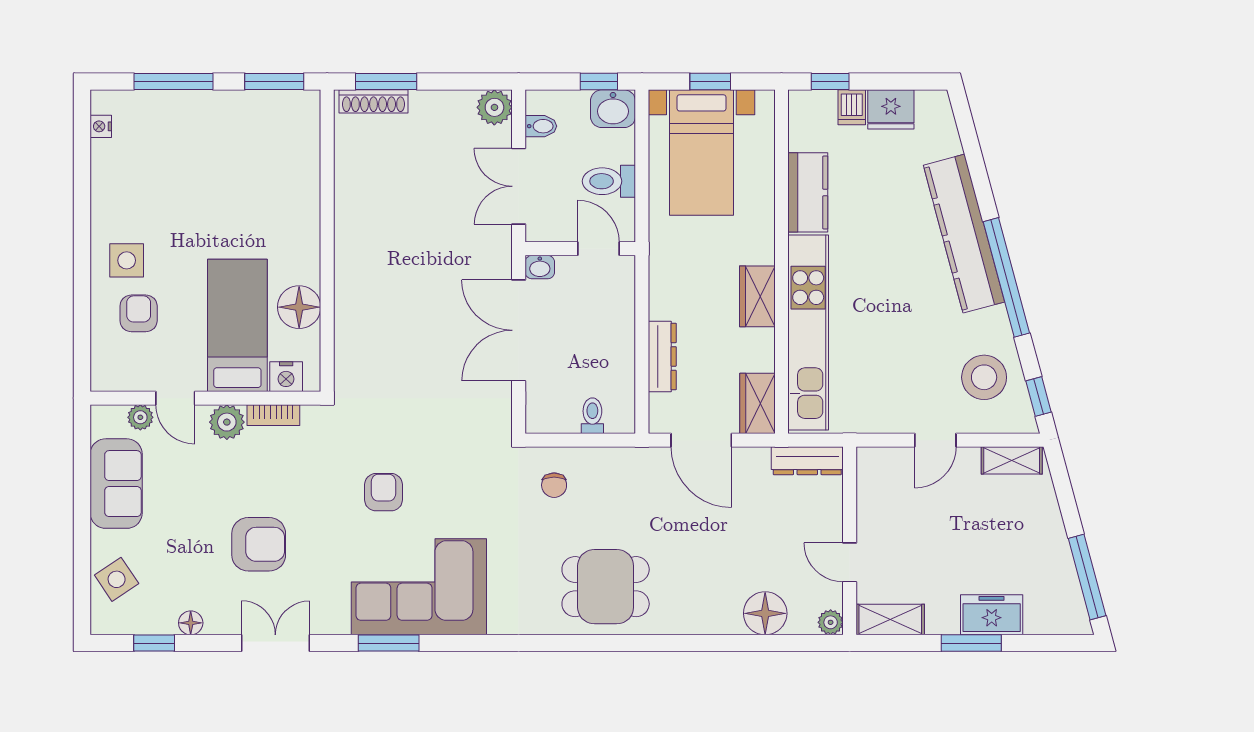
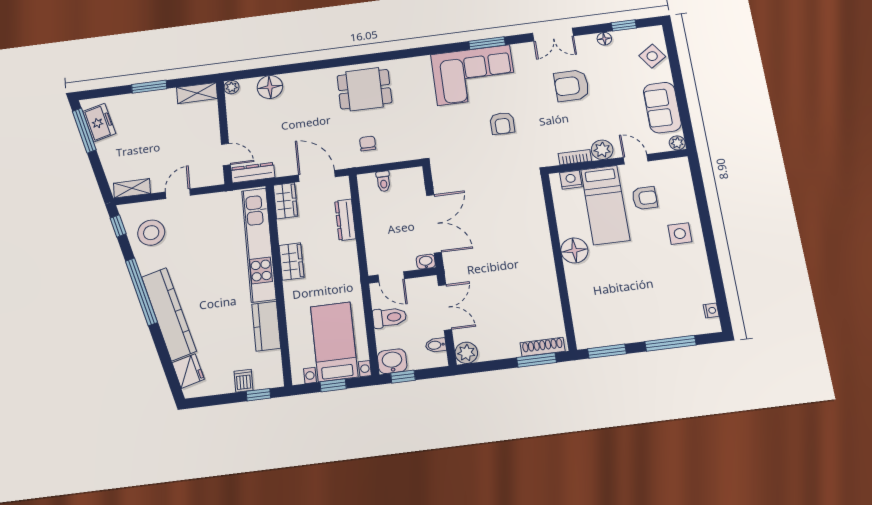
fridge: (891, 109) -> (188, 371), moved, turned 75
floor lamp: (299, 307) -> (574, 250), moved
armchair: (139, 313) -> (645, 198), moved, turned -90
plant: (140, 417) -> (677, 143), moved
chair: (554, 485) -> (368, 143), moved
door: (850, 562) -> (226, 154), moved
freezer: (992, 615) -> (99, 123), moved, turned -105

